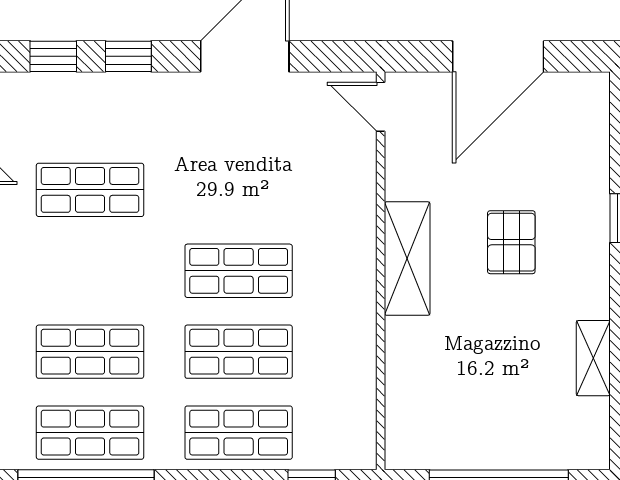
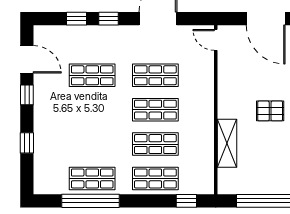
door: (498, 56) -> (266, 19), hinge flipped
pallet: (511, 242) -> (270, 111), moved, turned 90
shelving: (407, 259) -> (227, 143), moved
shop shelf: (90, 352) -> (155, 75), moved

